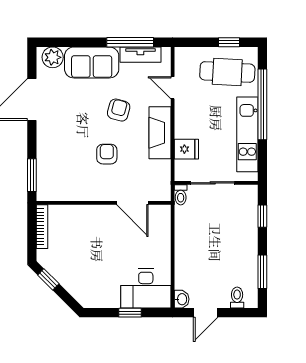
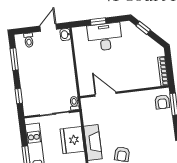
fridge: (186, 149) -> (72, 140), width x1.88, depth x1.34
armchair: (107, 154) -> (162, 102), moved
window: (48, 279) -> (143, 28), moved
desk: (146, 288) -> (105, 37), moved

